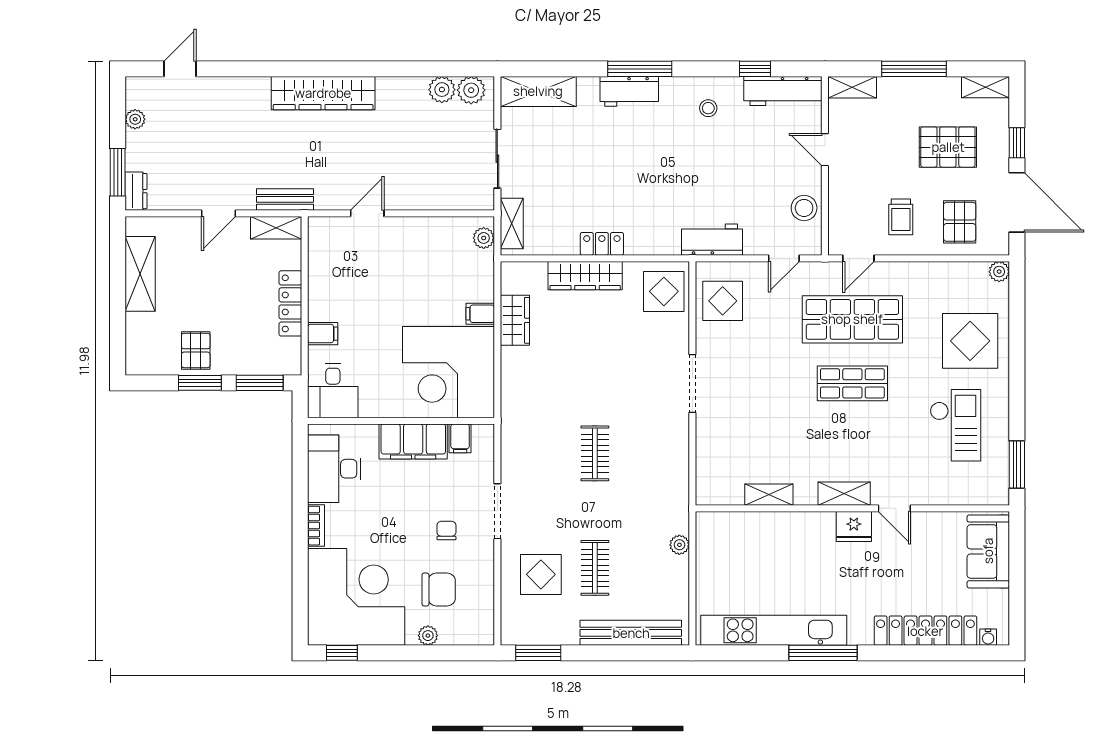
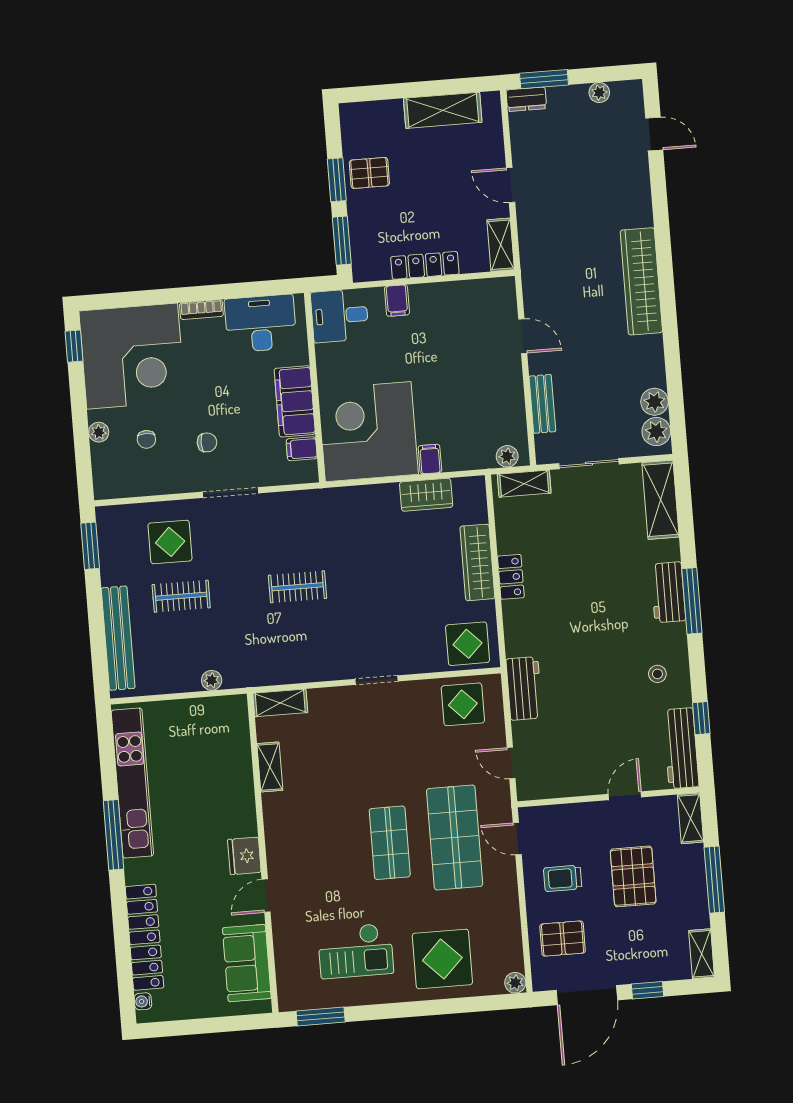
pallet: (948, 147) -> (633, 876), moved
bench: (285, 199) -> (542, 404), moved
stool: (804, 208) -> (564, 779), removed
doorway: (692, 383) -> (376, 680), width x0.73
shelving: (844, 494) -> (280, 703), moved, turned 90
sofa: (988, 551) -> (247, 963), moved, turned -90
chair: (439, 590) -> (146, 439), width x0.54, depth x0.54

